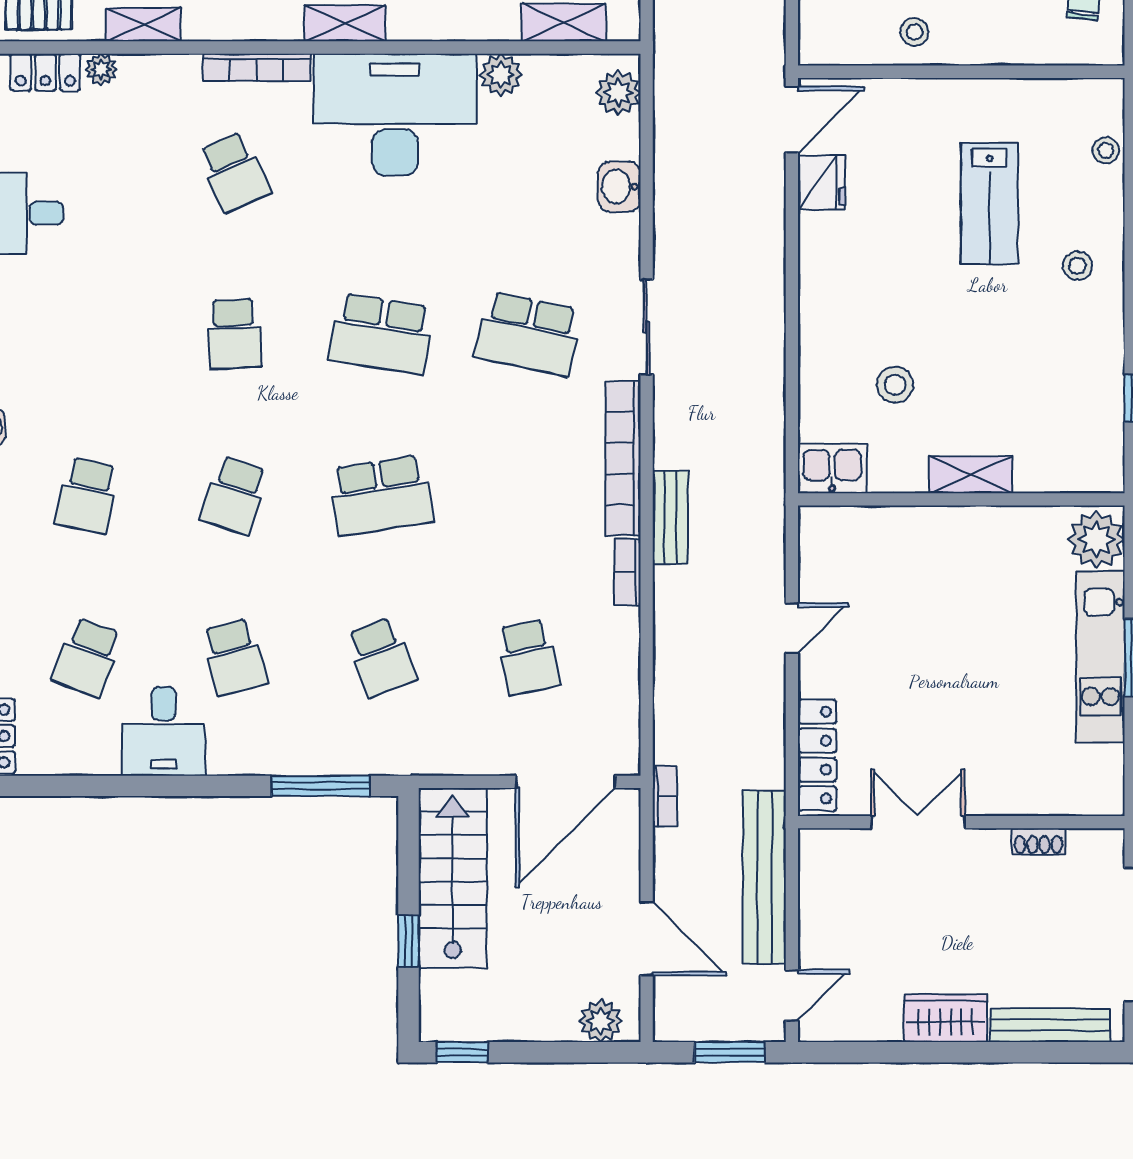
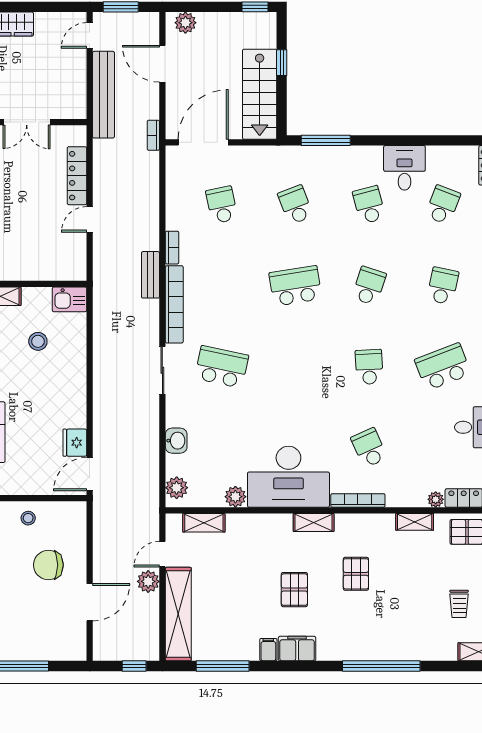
school desk: (381, 334) -> (443, 367), moved, turned -30
locker: (817, 755) -> (77, 176), moved

